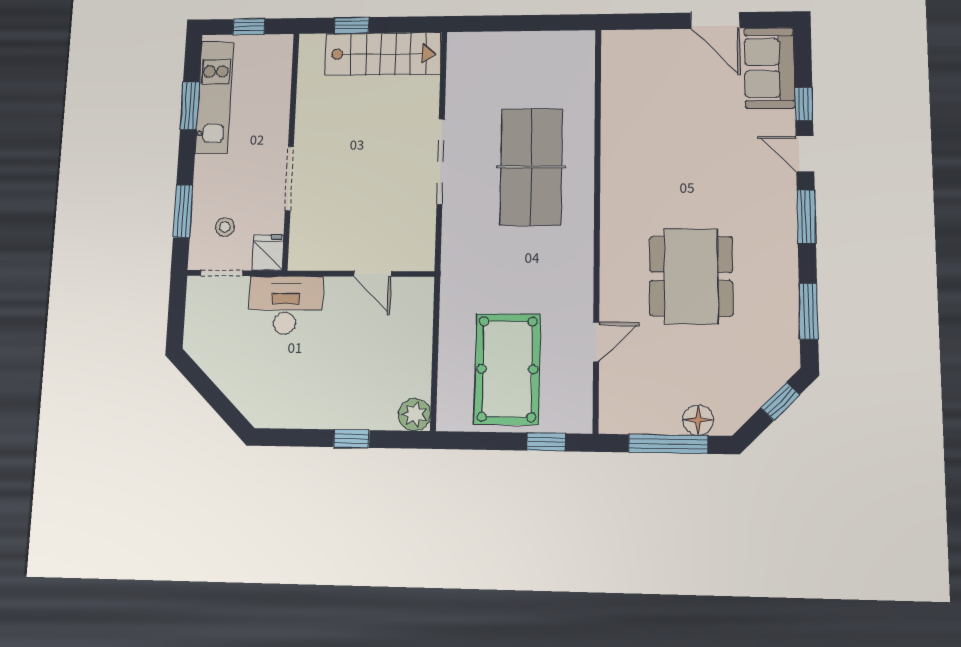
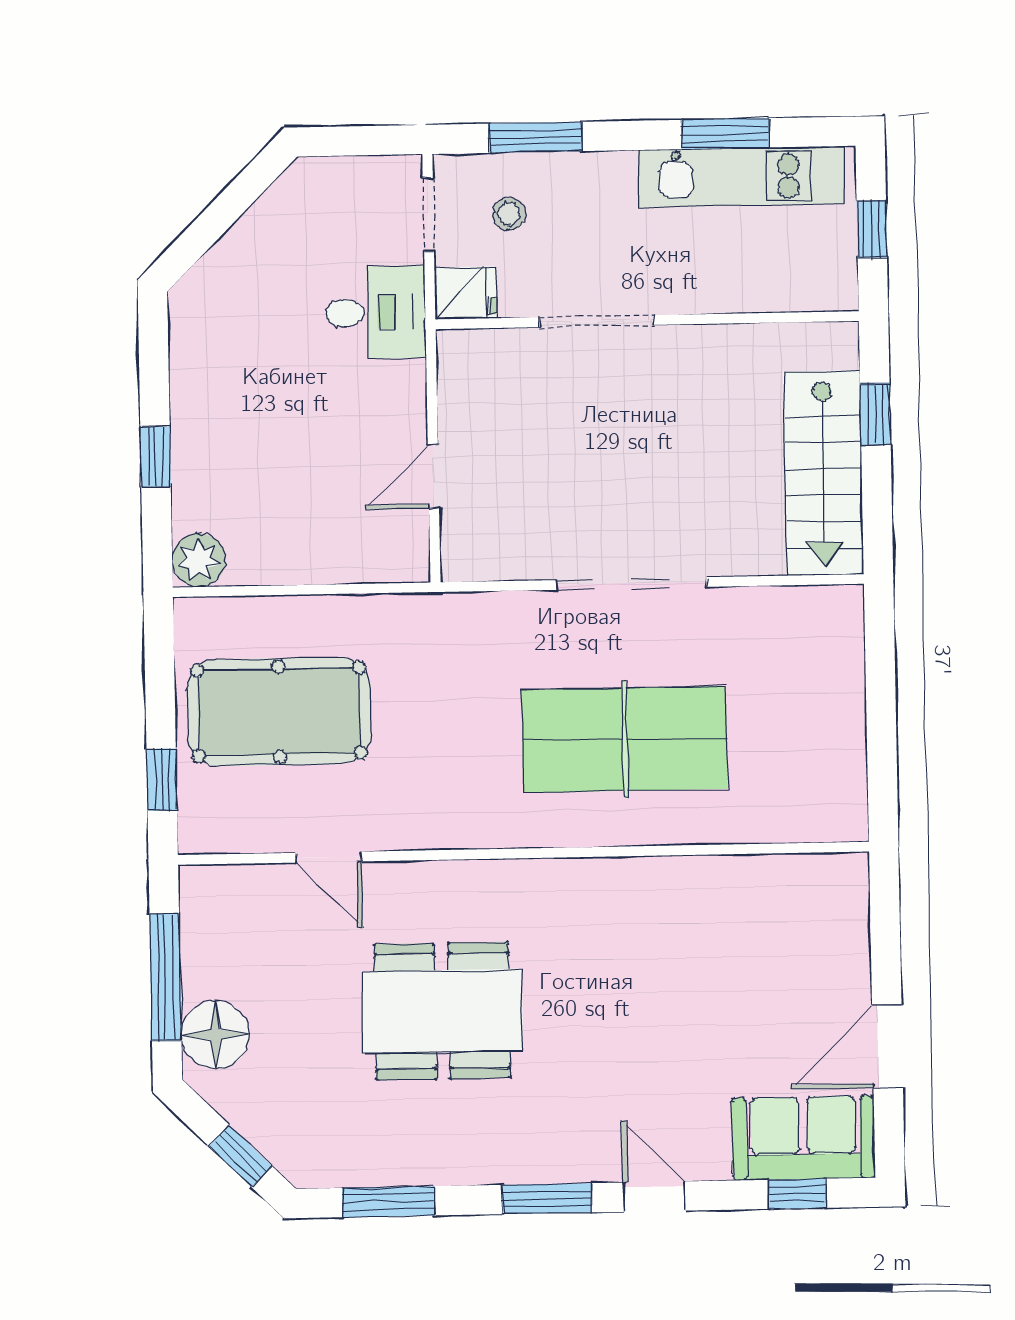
window: (804, 104) -> (797, 1194), moved
door: (805, 154) -> (654, 1197), hinge flipped
desk: (285, 305) -> (376, 312), width x0.73
floor lamp: (698, 420) -> (215, 1035), width x1.38, depth x1.38

